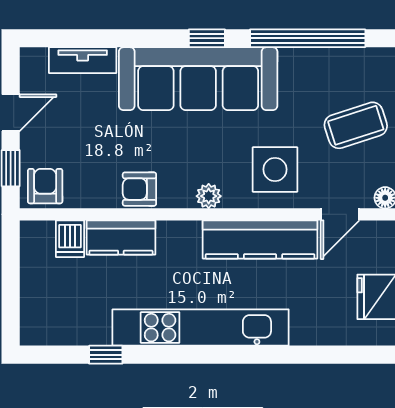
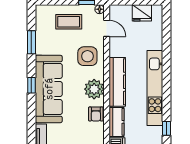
window: (308, 38) -> (31, 42), width x0.47
coffee table: (356, 125) -> (69, 22), turned -72
plant: (209, 196) -> (94, 89), width x1.87, depth x1.87
kitchen counter: (260, 239) -> (117, 82), moved

